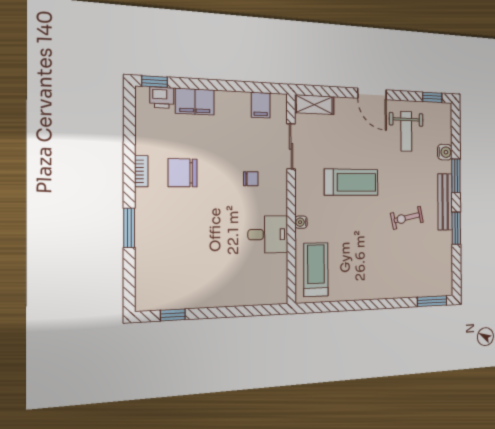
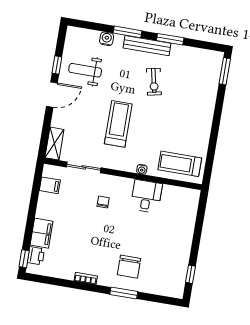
window: (432, 97) -> (57, 65), moved
weight bench: (406, 131) -> (85, 70), turned 180
chair: (183, 173) -> (129, 267), moved

